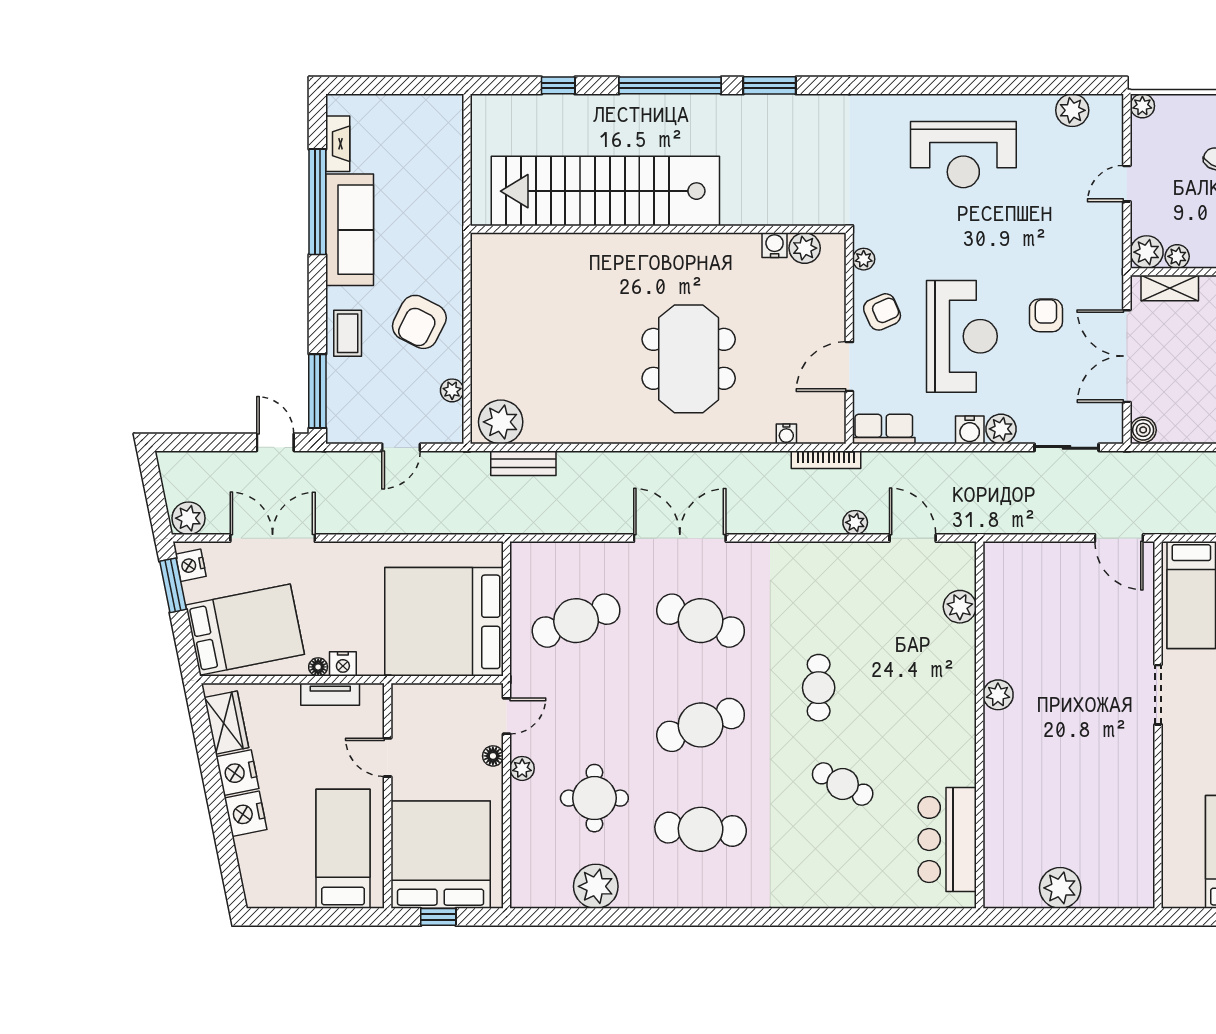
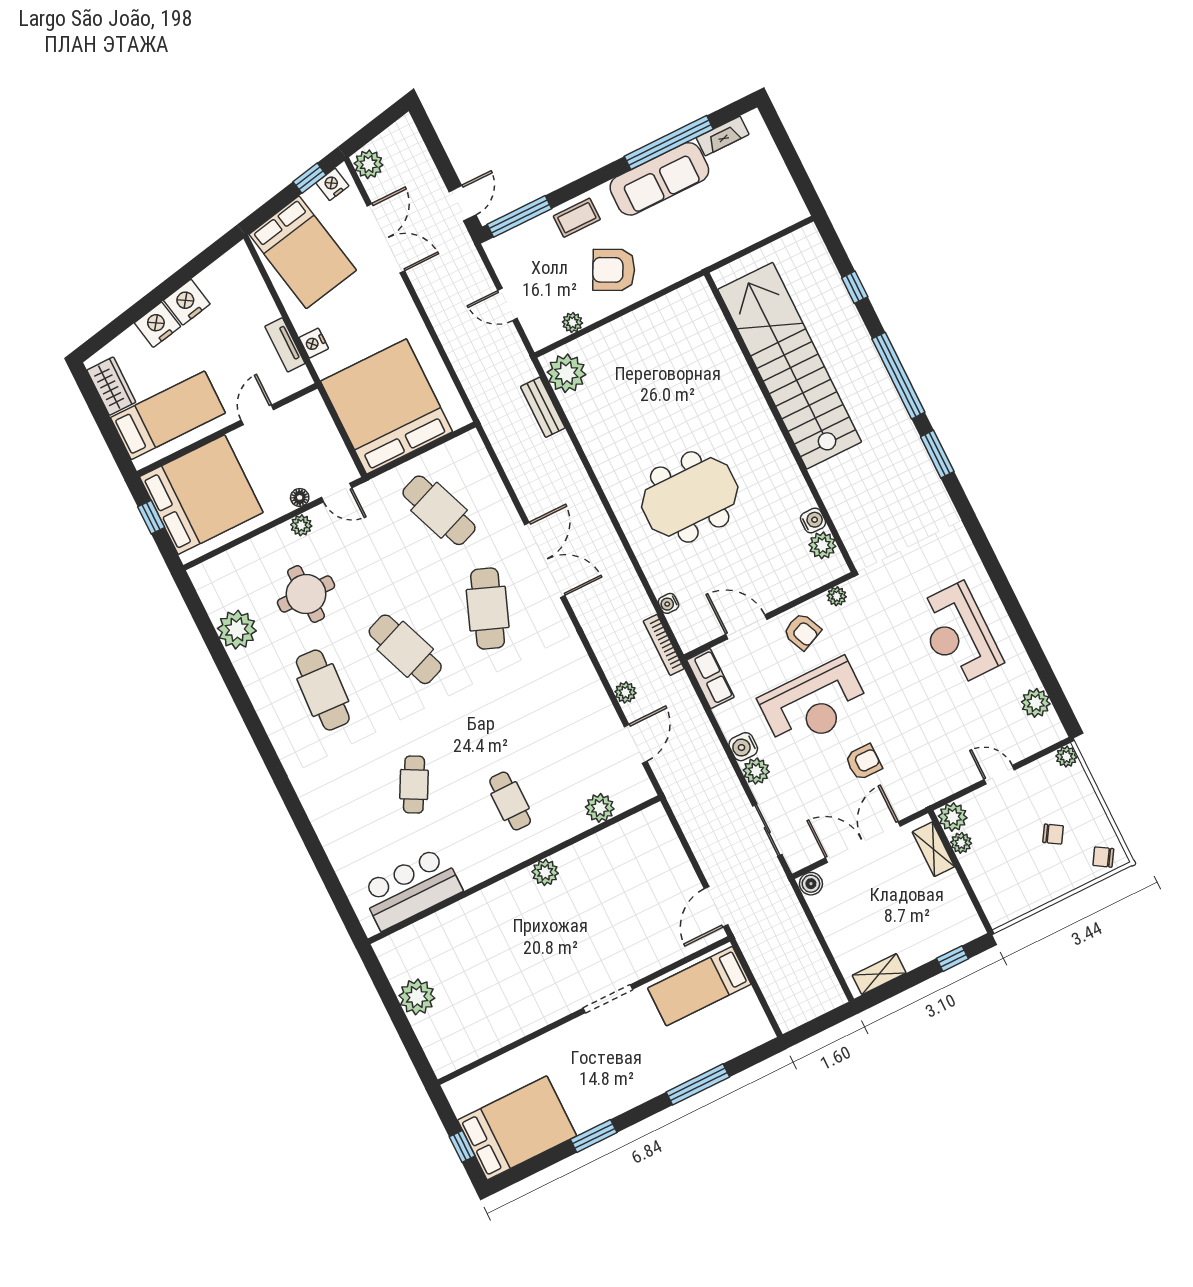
window: (173, 585) -> (310, 178), width x0.67
floor lamp: (318, 667) -> (302, 325), removed
cafe table: (819, 688) -> (510, 801), moved, turned 90
wardrobe: (226, 723) -> (111, 386), moved, turned -79

